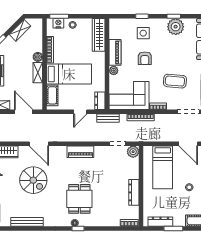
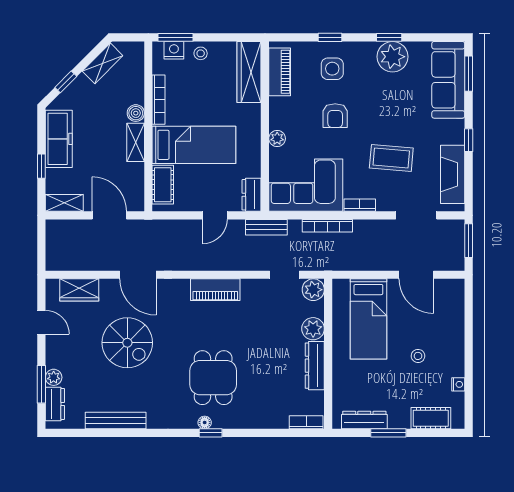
piano: (115, 52) -> (280, 72), moved
plant: (133, 173) -> (313, 329), added

